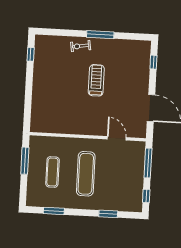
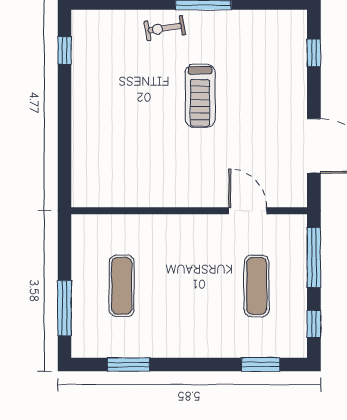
treadmill: (96, 80) -> (200, 96), turned 180
window: (25, 161) -> (65, 308), moved
exercise mat: (86, 174) -> (257, 286), moved, width x0.73, depth x0.69
window: (108, 214) -> (261, 364), moved

